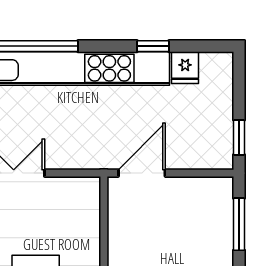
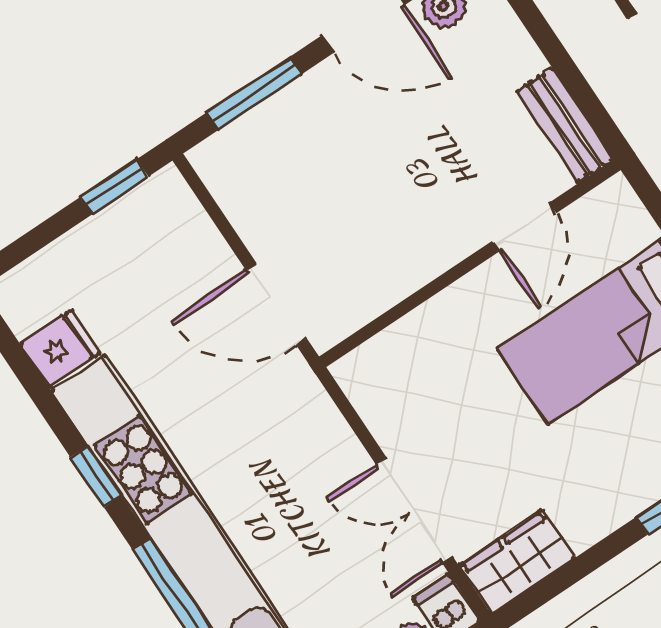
window: (153, 46) -> (96, 476), moved

